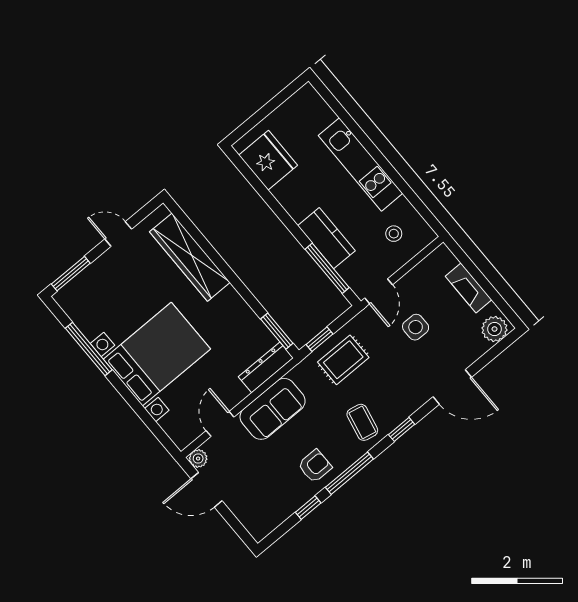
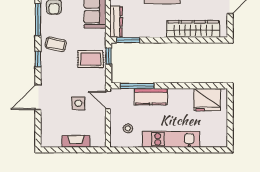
plant: (495, 329) -> (48, 138), removed
rug: (343, 360) -> (91, 59), turned 90

